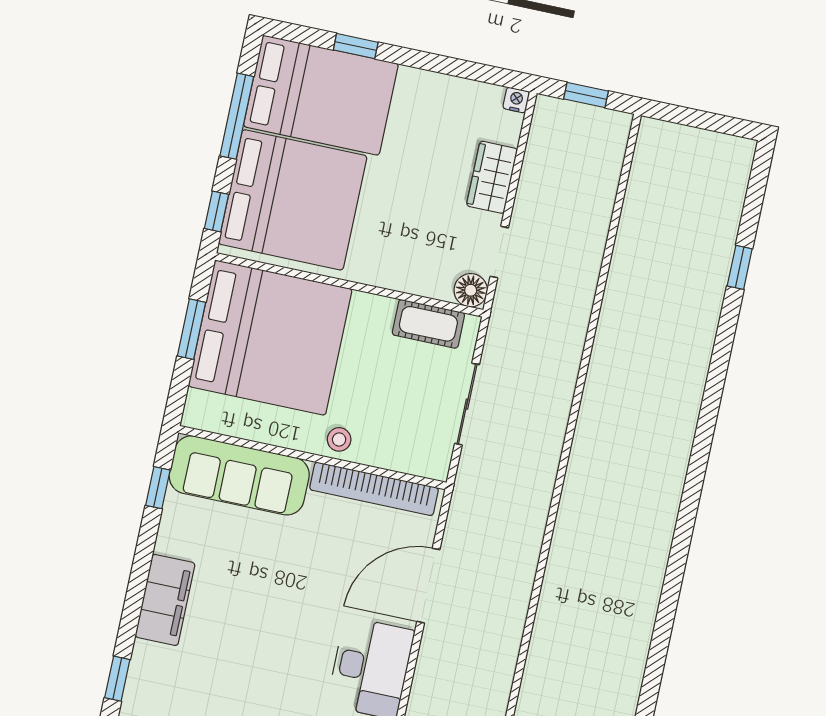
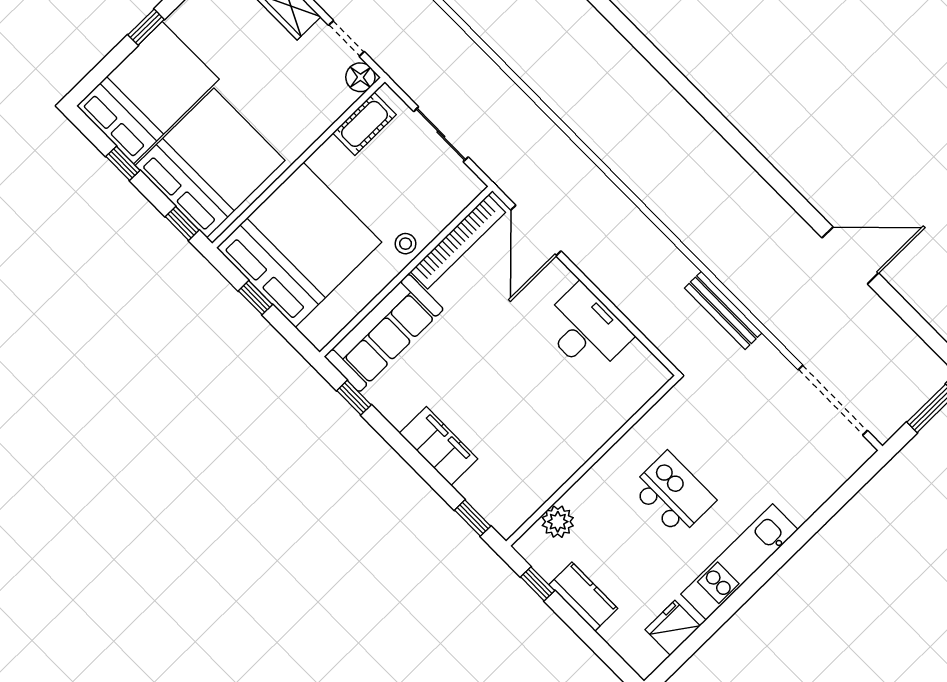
window: (356, 46) -> (146, 27), moved
window: (237, 116) -> (123, 163), width x0.46
window: (192, 329) -> (255, 298), width x0.67
door: (428, 586) -> (536, 231), moved

